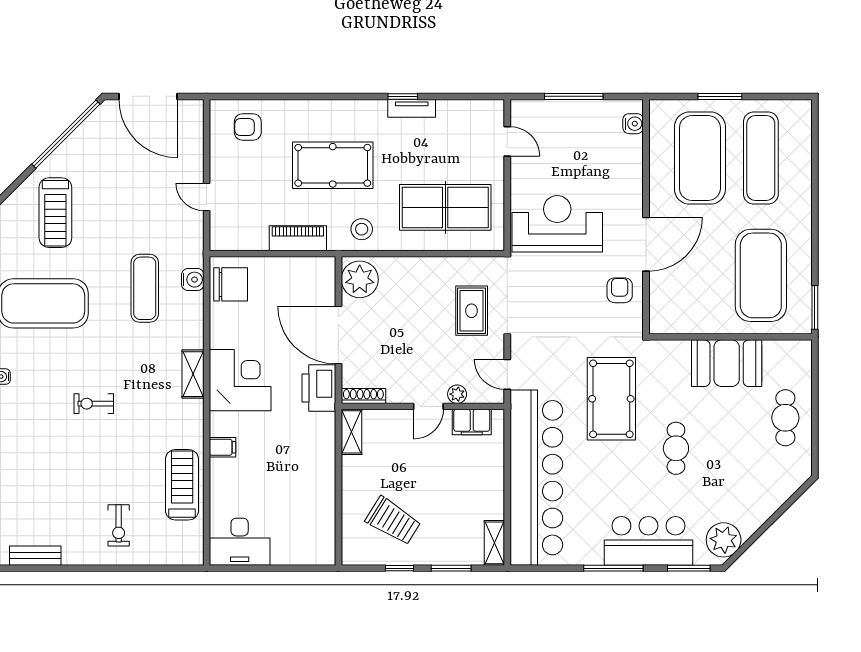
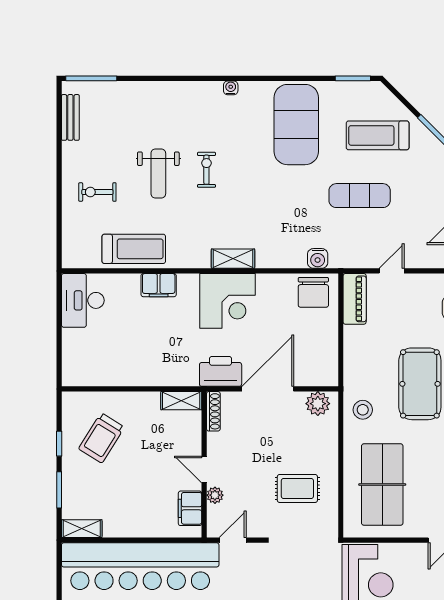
piano: (298, 238) -> (355, 299), moved
plant: (360, 279) -> (318, 404), width x0.73, depth x0.73
exercise mat: (145, 288) -> (360, 196), moved
rug: (472, 311) -> (297, 488), moved
filing cabinet: (223, 447) -> (159, 285), width x2.00
weight bench: (98, 457) -> (158, 173), added

